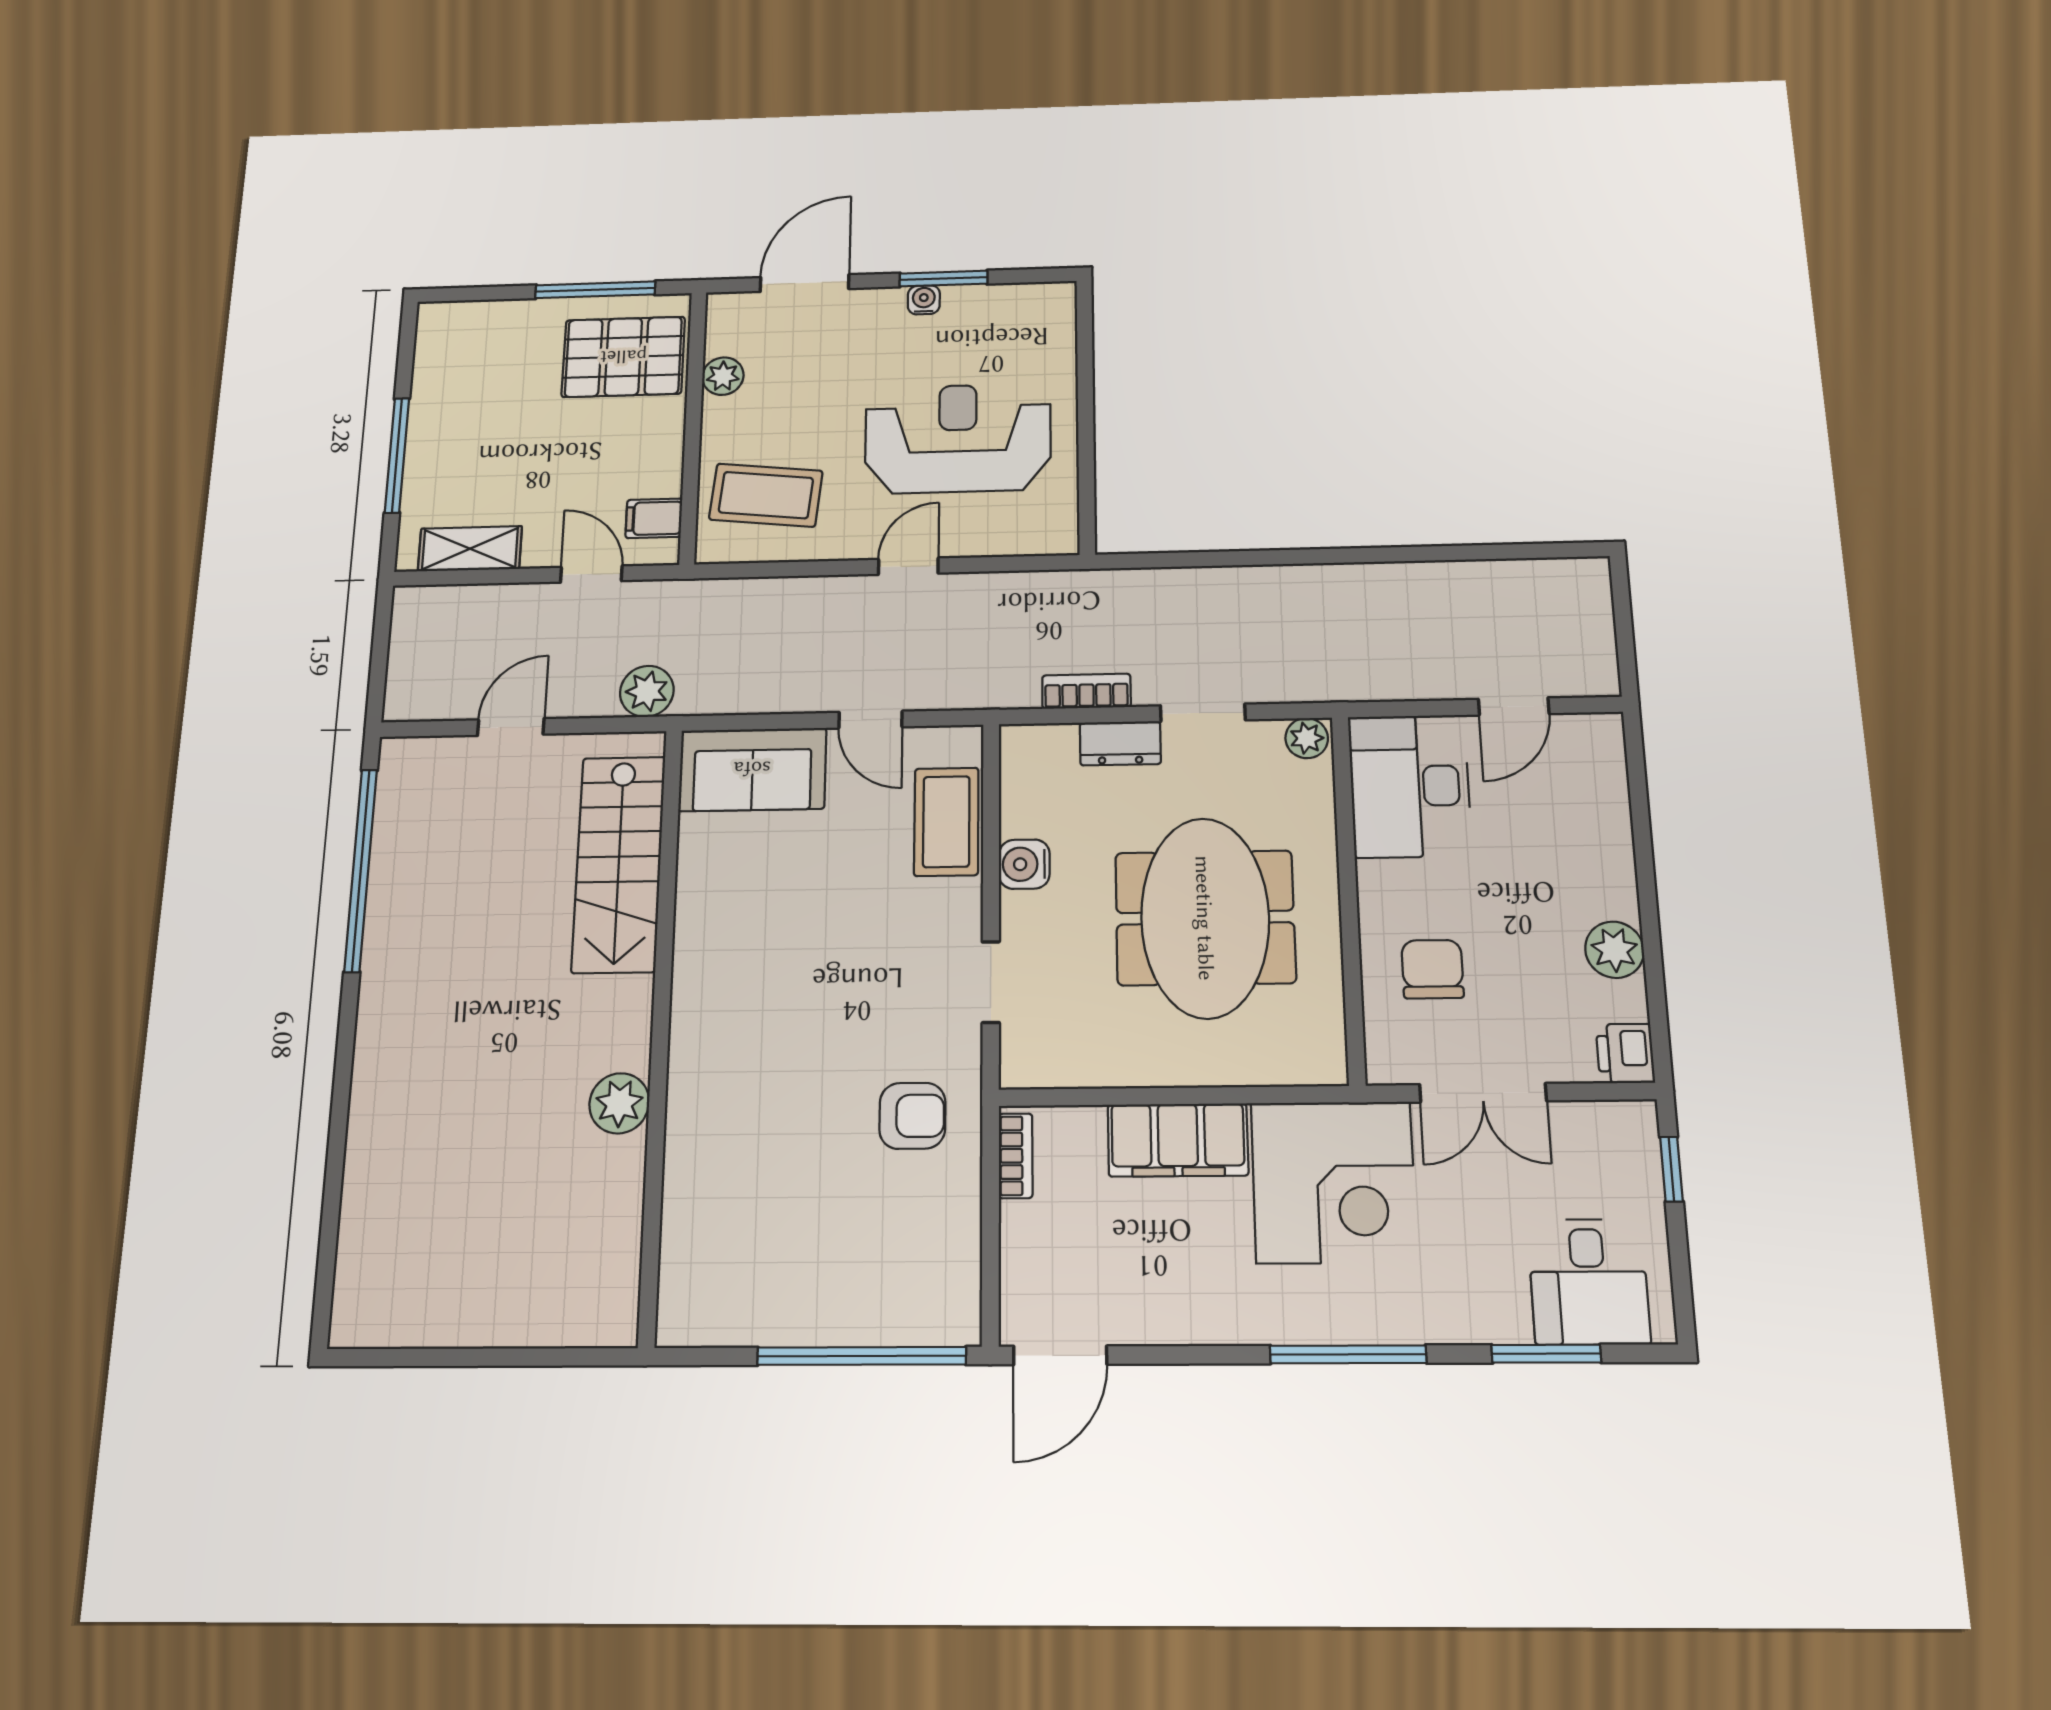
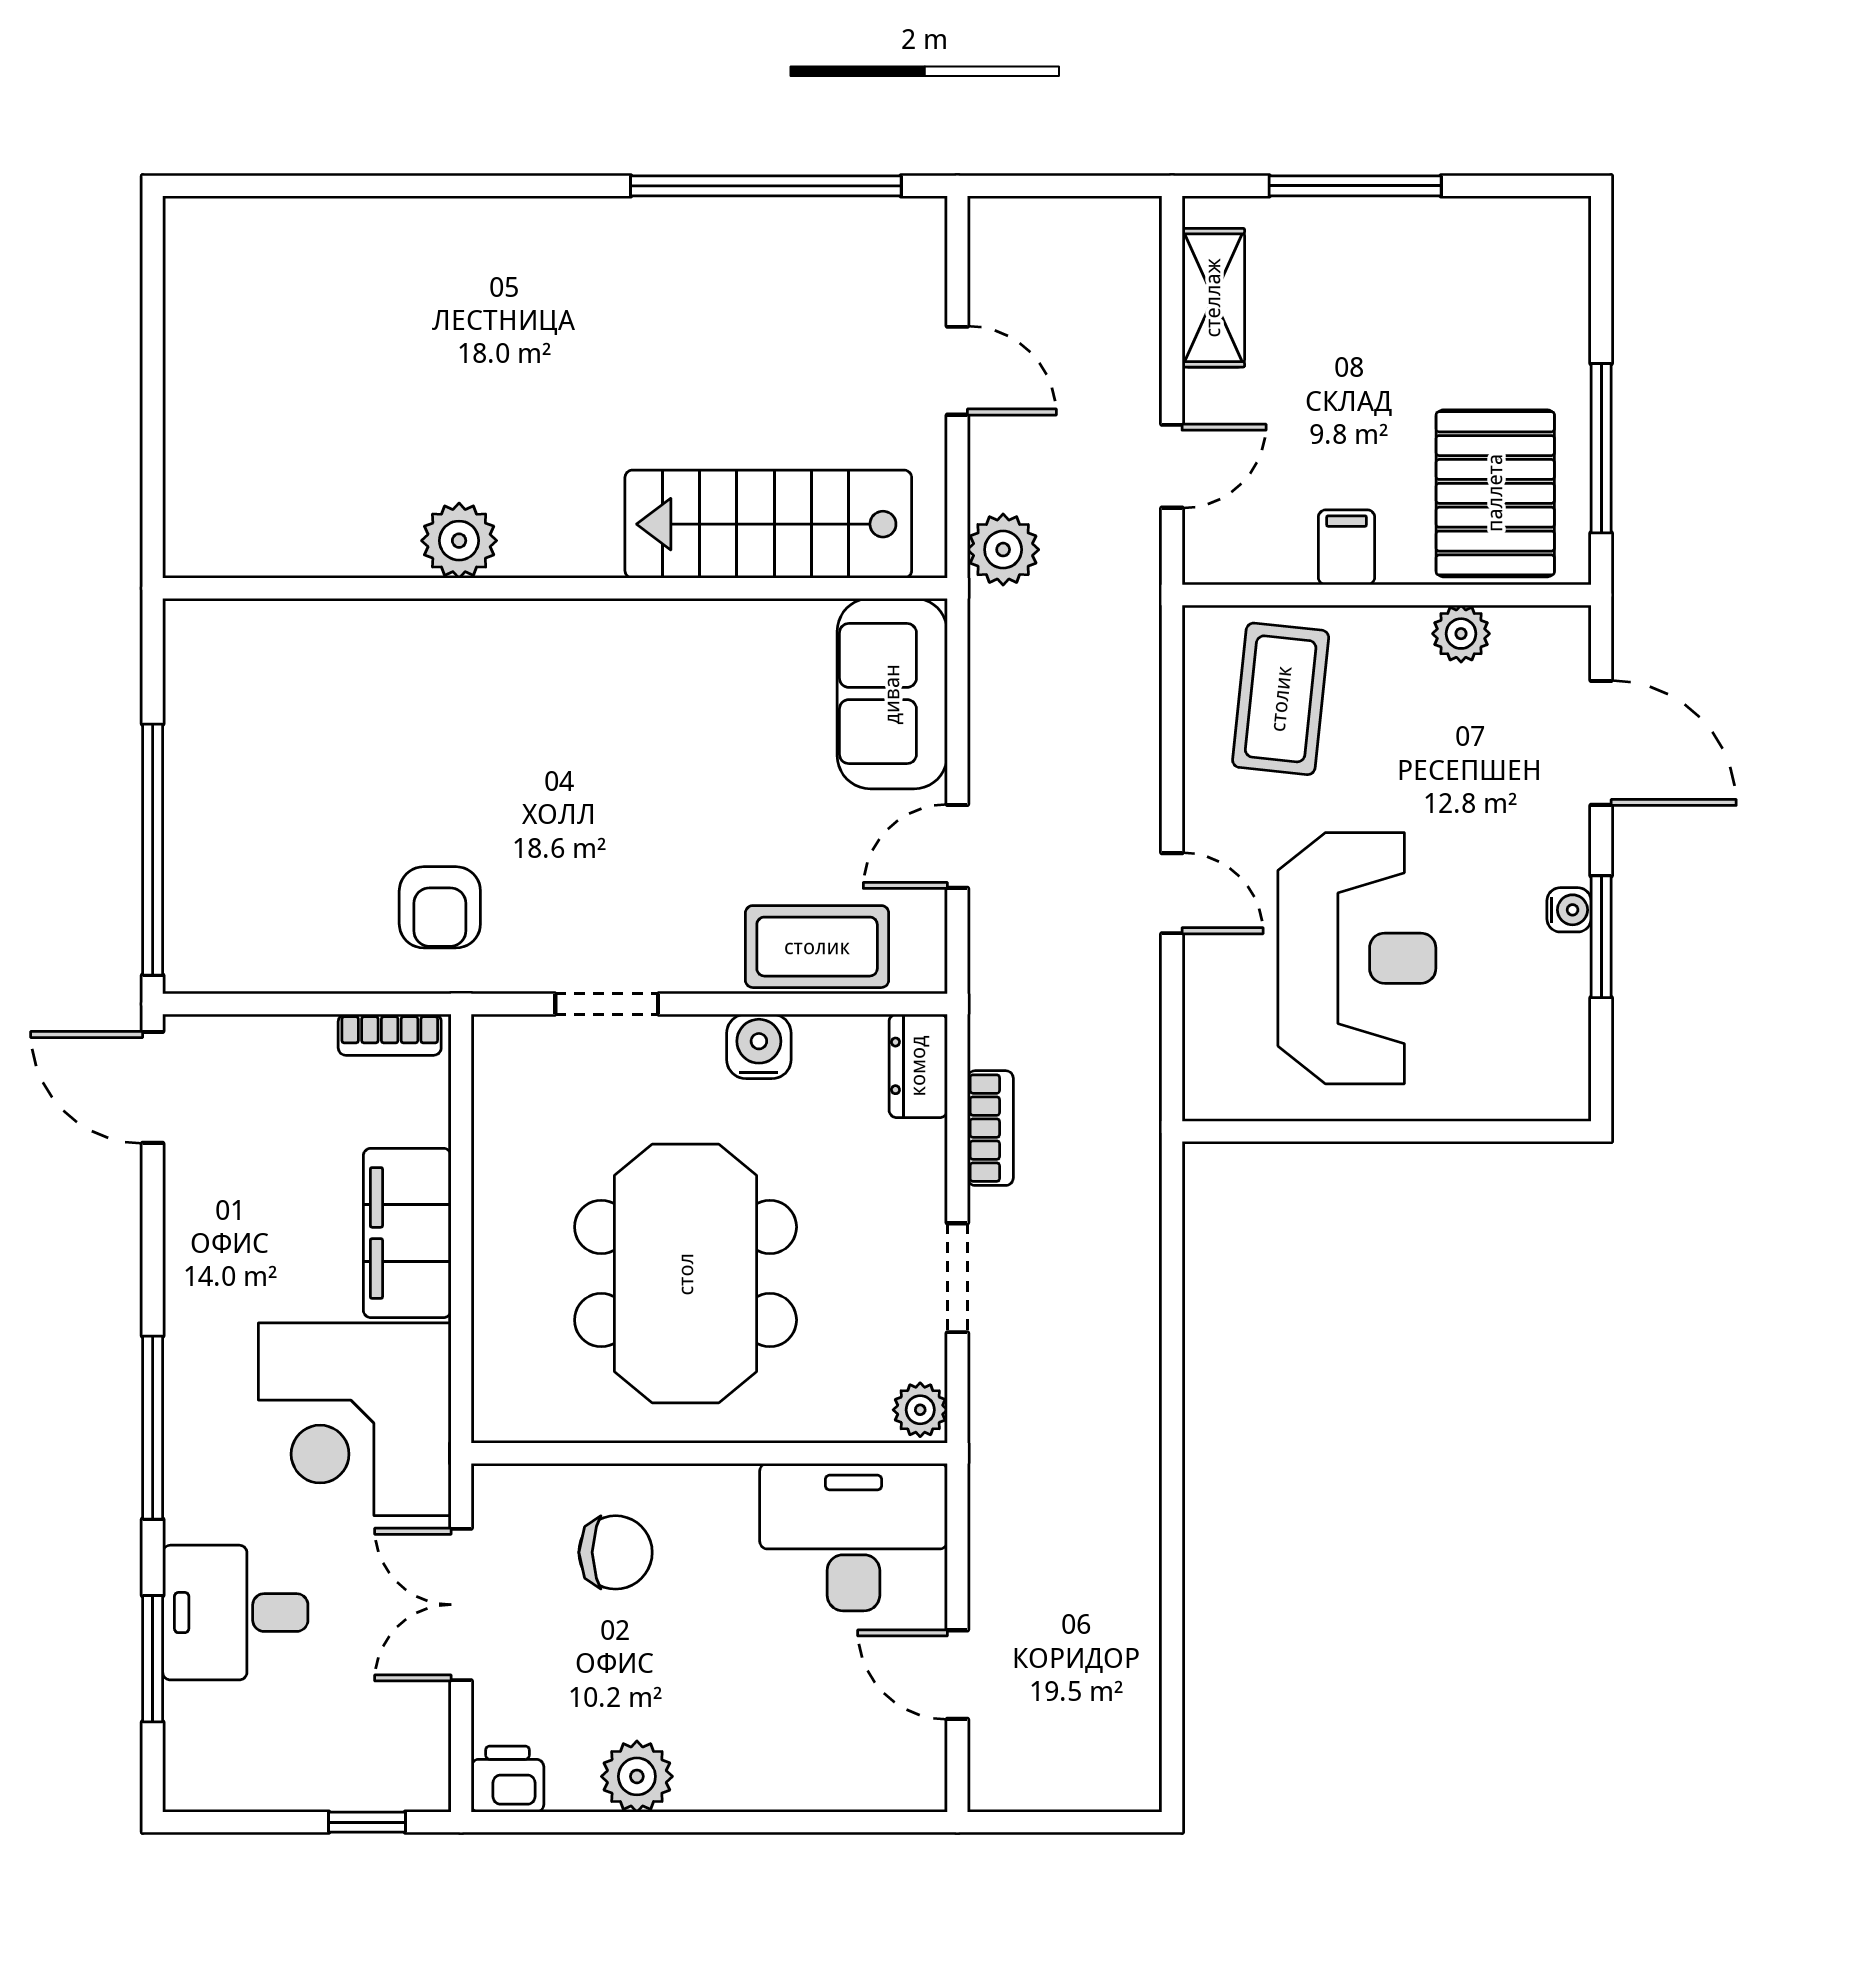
filing cabinet: (654, 518) -> (1347, 547), moved
dresser: (1120, 743) -> (918, 1066), moved
meeting table: (1205, 918) -> (686, 1274), turned 90
desk: (1589, 1282) -> (235, 1613), moved

